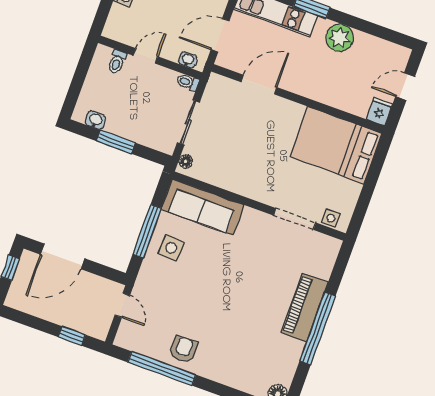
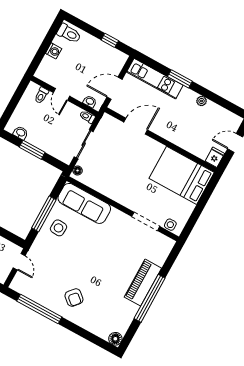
plant: (340, 38) -> (202, 101), width x0.53, depth x0.53
door: (145, 56) -> (61, 94), swing flipped
armchair: (183, 350) -> (74, 298), moved, turned 131

